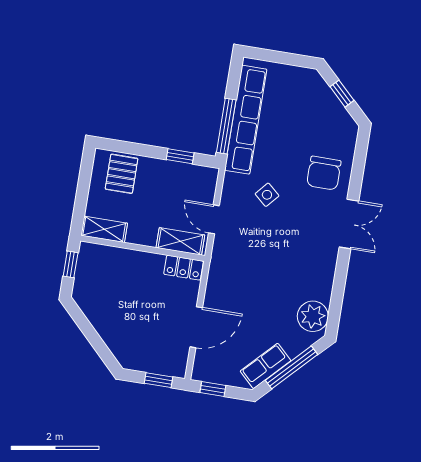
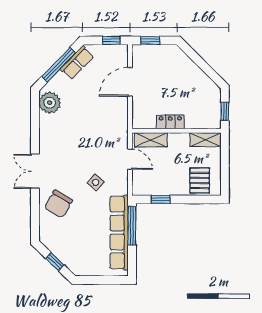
chair: (324, 173) -> (58, 204), turned -150
locker: (184, 268) -> (170, 122), moved

